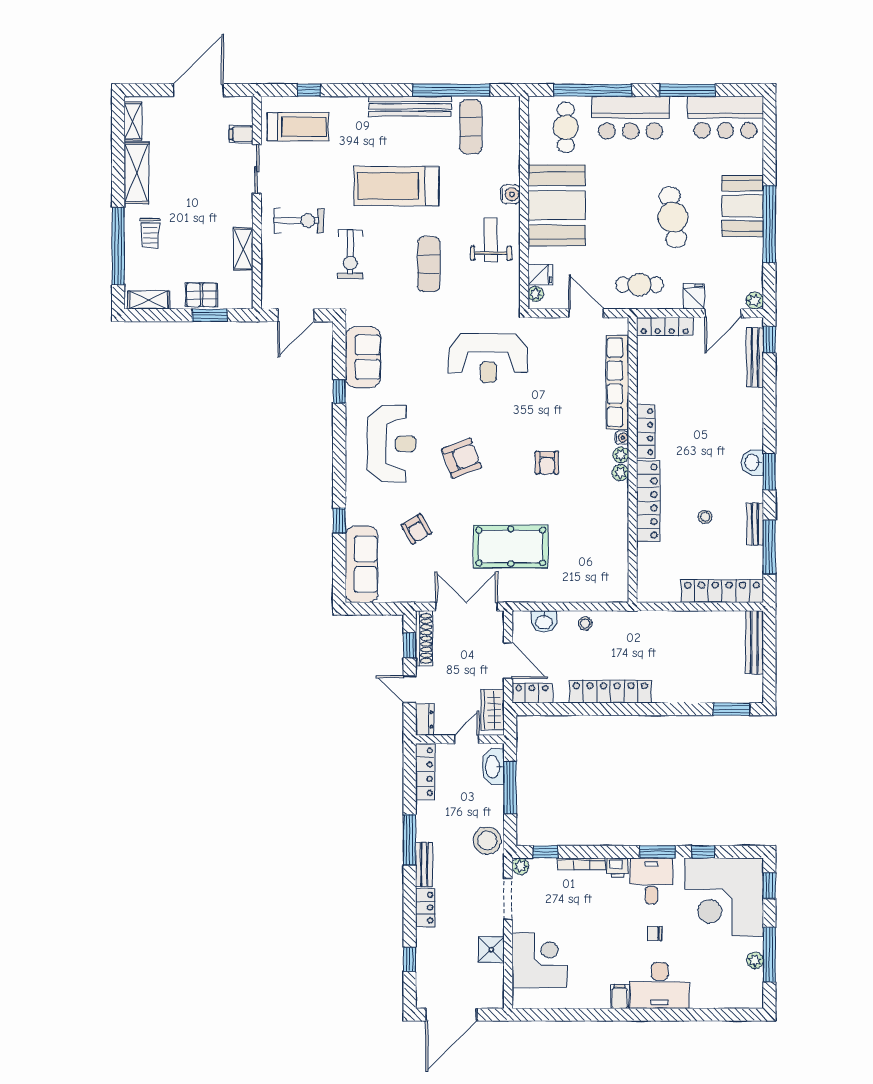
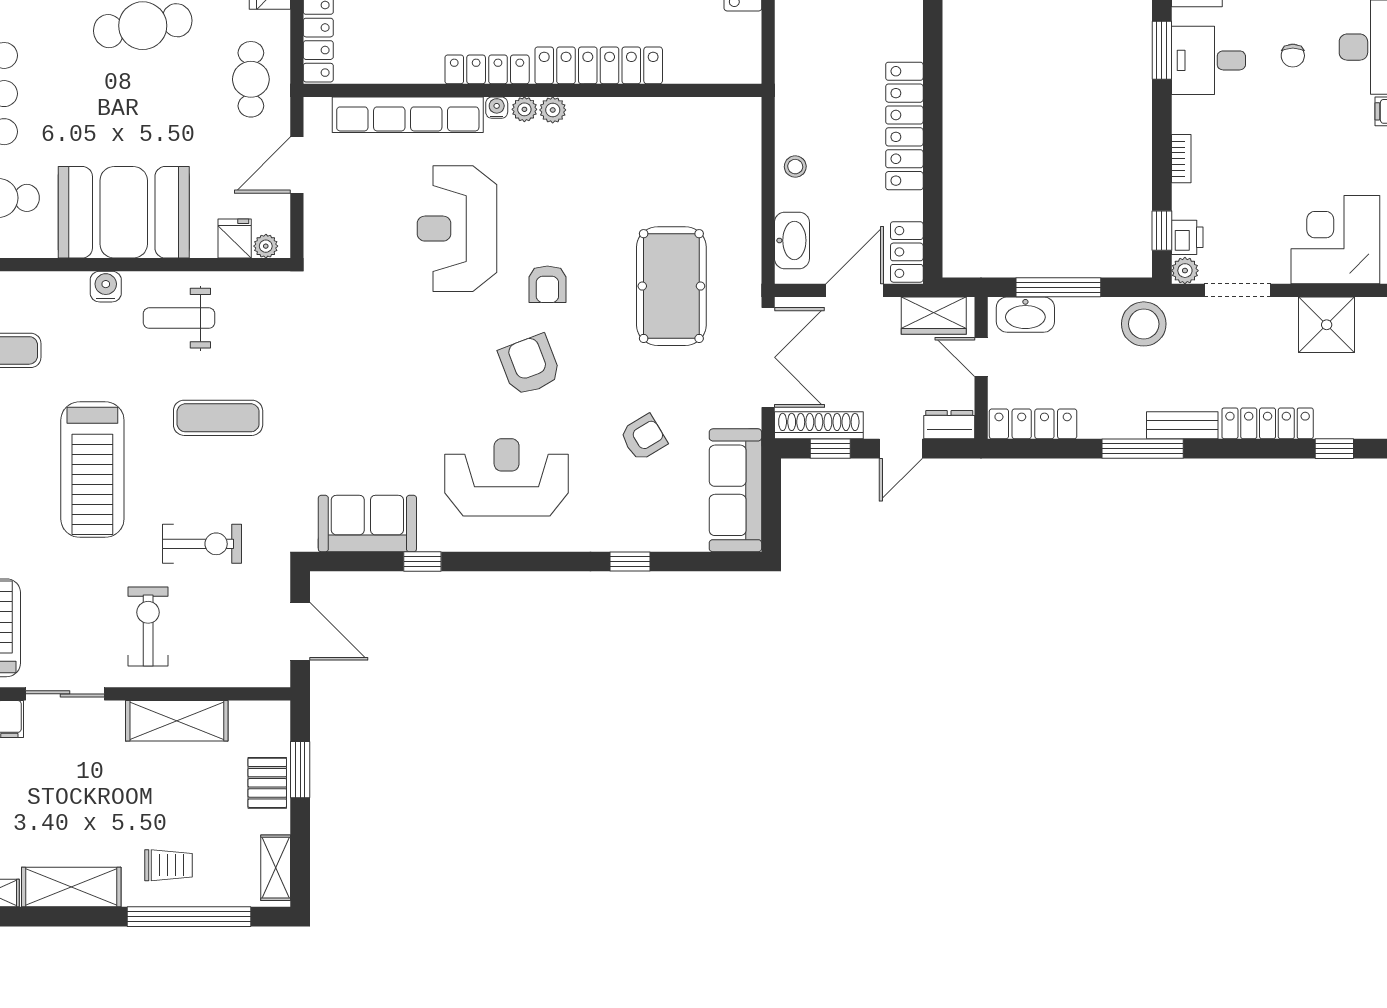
shelving: (243, 249) -> (177, 721), width x1.50, depth x1.33
reception desk: (488, 358) -> (457, 229), moved, turned 180
armchair: (547, 463) -> (547, 284), moved, turned 90
sofa: (362, 564) -> (735, 490), moved, turned -90
double door: (466, 607) -> (768, 357), swing flipped
washbasin: (544, 622) -> (792, 240), width x1.38
bookcase: (582, 864) -> (1181, 159), width x0.64
printer: (618, 868) -> (1187, 237), moved
locker: (425, 908) -> (1268, 423), width x1.53
shower: (491, 950) -> (1327, 325), width x1.36, depth x1.36

